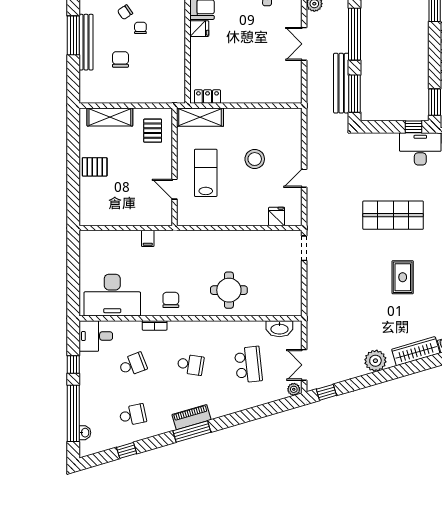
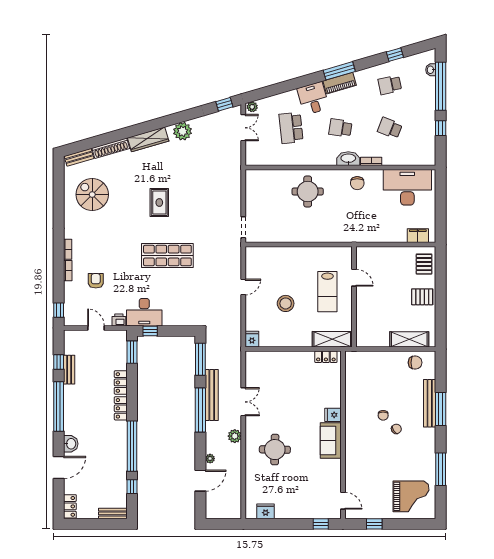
chair: (120, 59) -> (415, 363), moved, turned -90
bench: (341, 83) -> (212, 395), moved
pallet: (153, 131) -> (424, 264), moved
fridge: (277, 216) -> (252, 339), moved, turned 180
filing cabinet: (148, 238) -> (418, 236), moved, width x2.00
washbasin: (279, 329) -> (348, 159), moved
desk: (96, 336) -> (313, 98), moved, turned -106
school desk: (133, 365) -> (390, 128), turned 42

